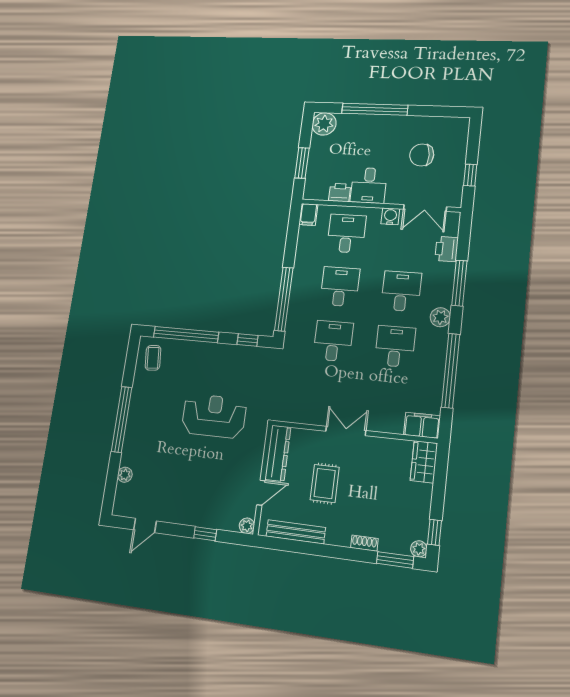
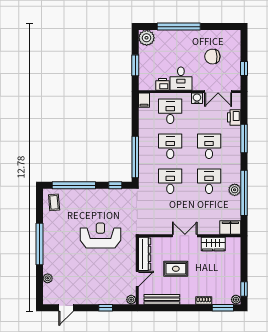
plant: (440, 317) -> (235, 190), moved
wardrobe: (424, 462) -> (213, 244), moved, turned -90
rug: (325, 484) -> (176, 269), turned 90

